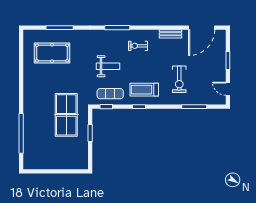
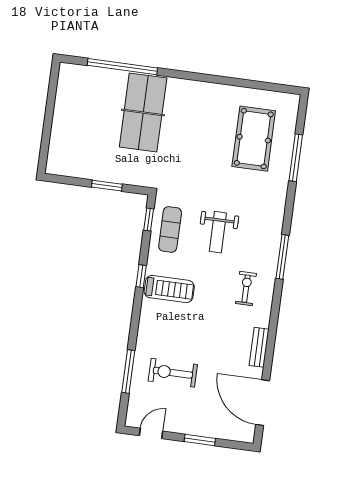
exercise bike: (179, 79) -> (173, 373), moved
treadmill: (144, 90) -> (169, 289), turned 90
table tennis table: (66, 115) -> (143, 112), moved, turned 90

